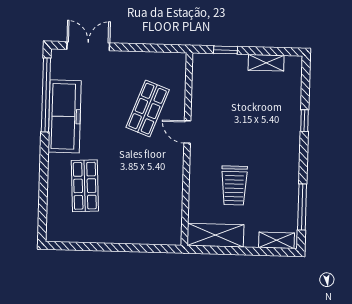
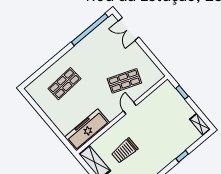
double door: (88, 46) -> (129, 29), swing flipped
shelving: (266, 63) -> (200, 124), moved
freezer: (65, 116) -> (87, 130), moved, turned 180

